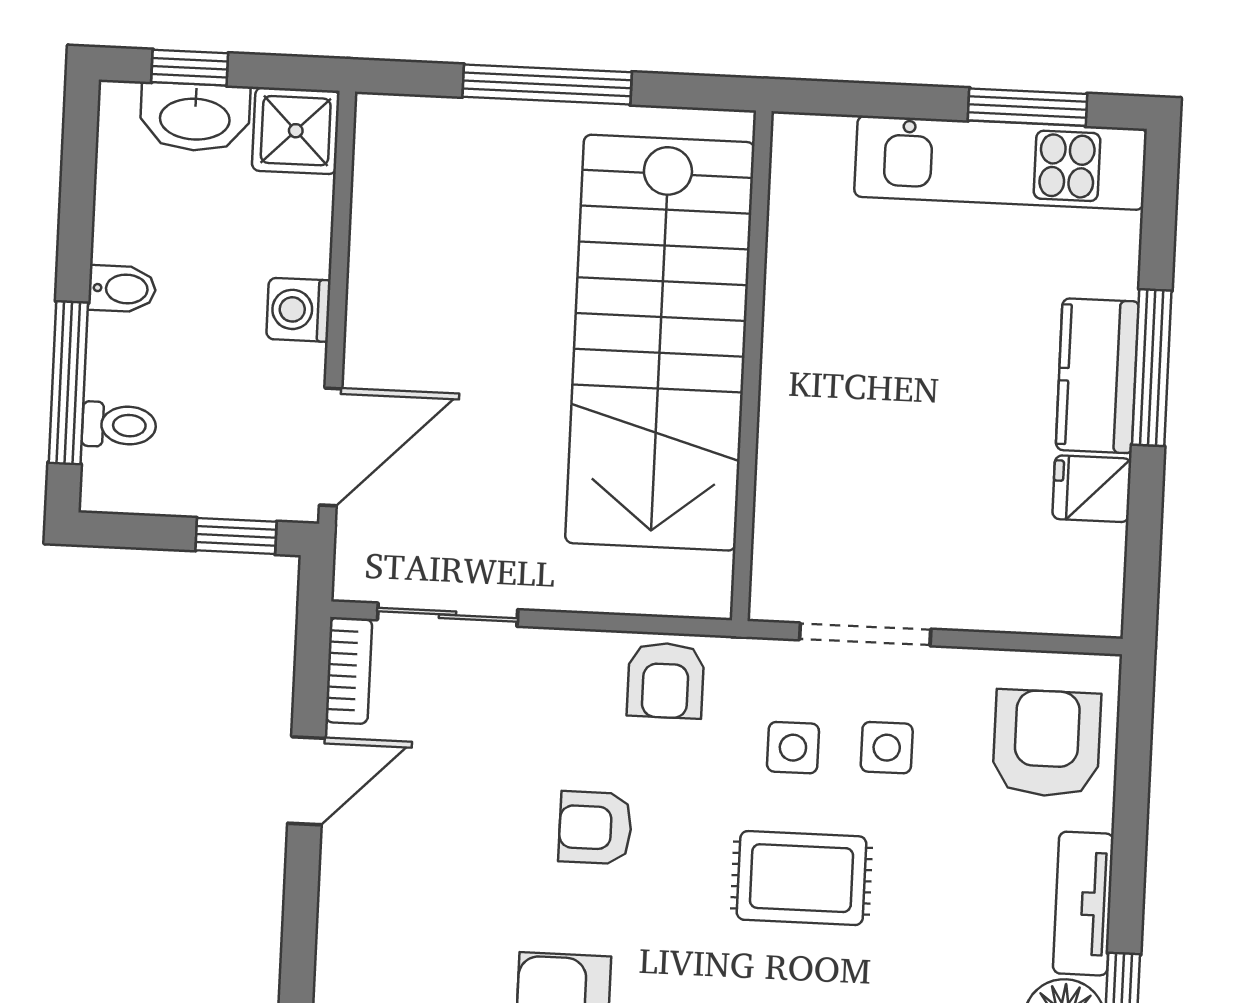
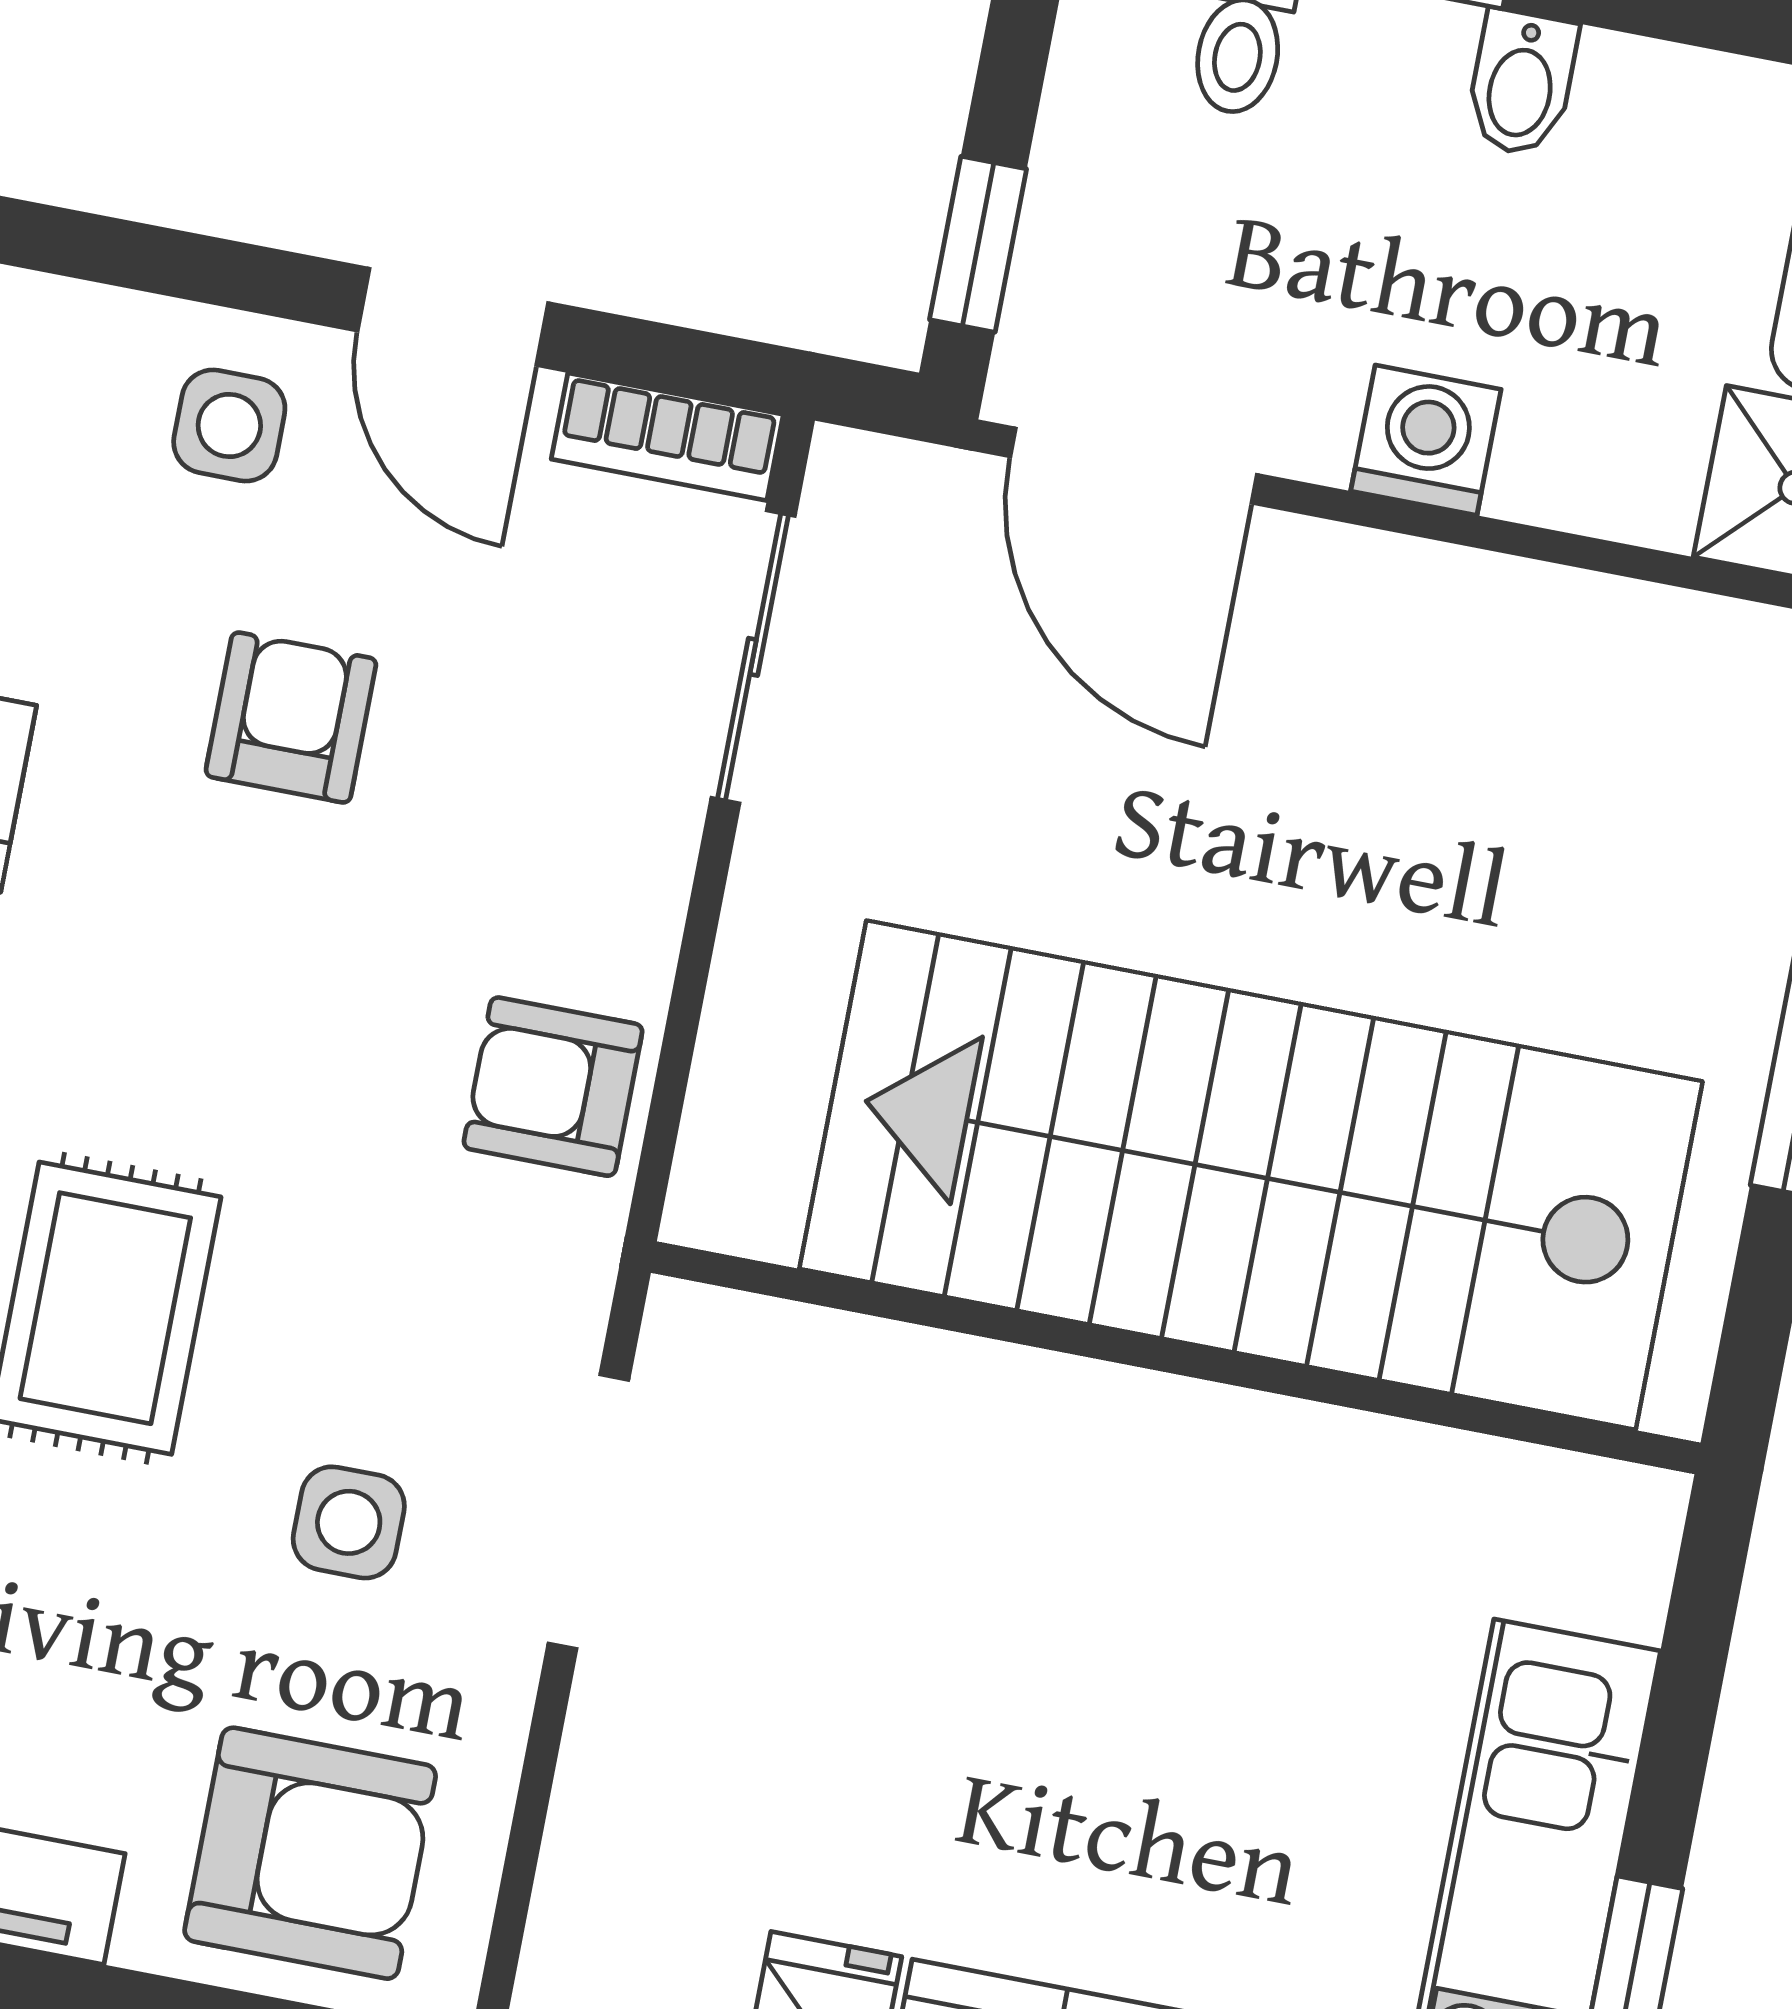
side table: (793, 748) -> (229, 426), moved
armchair: (595, 828) -> (291, 717), moved

